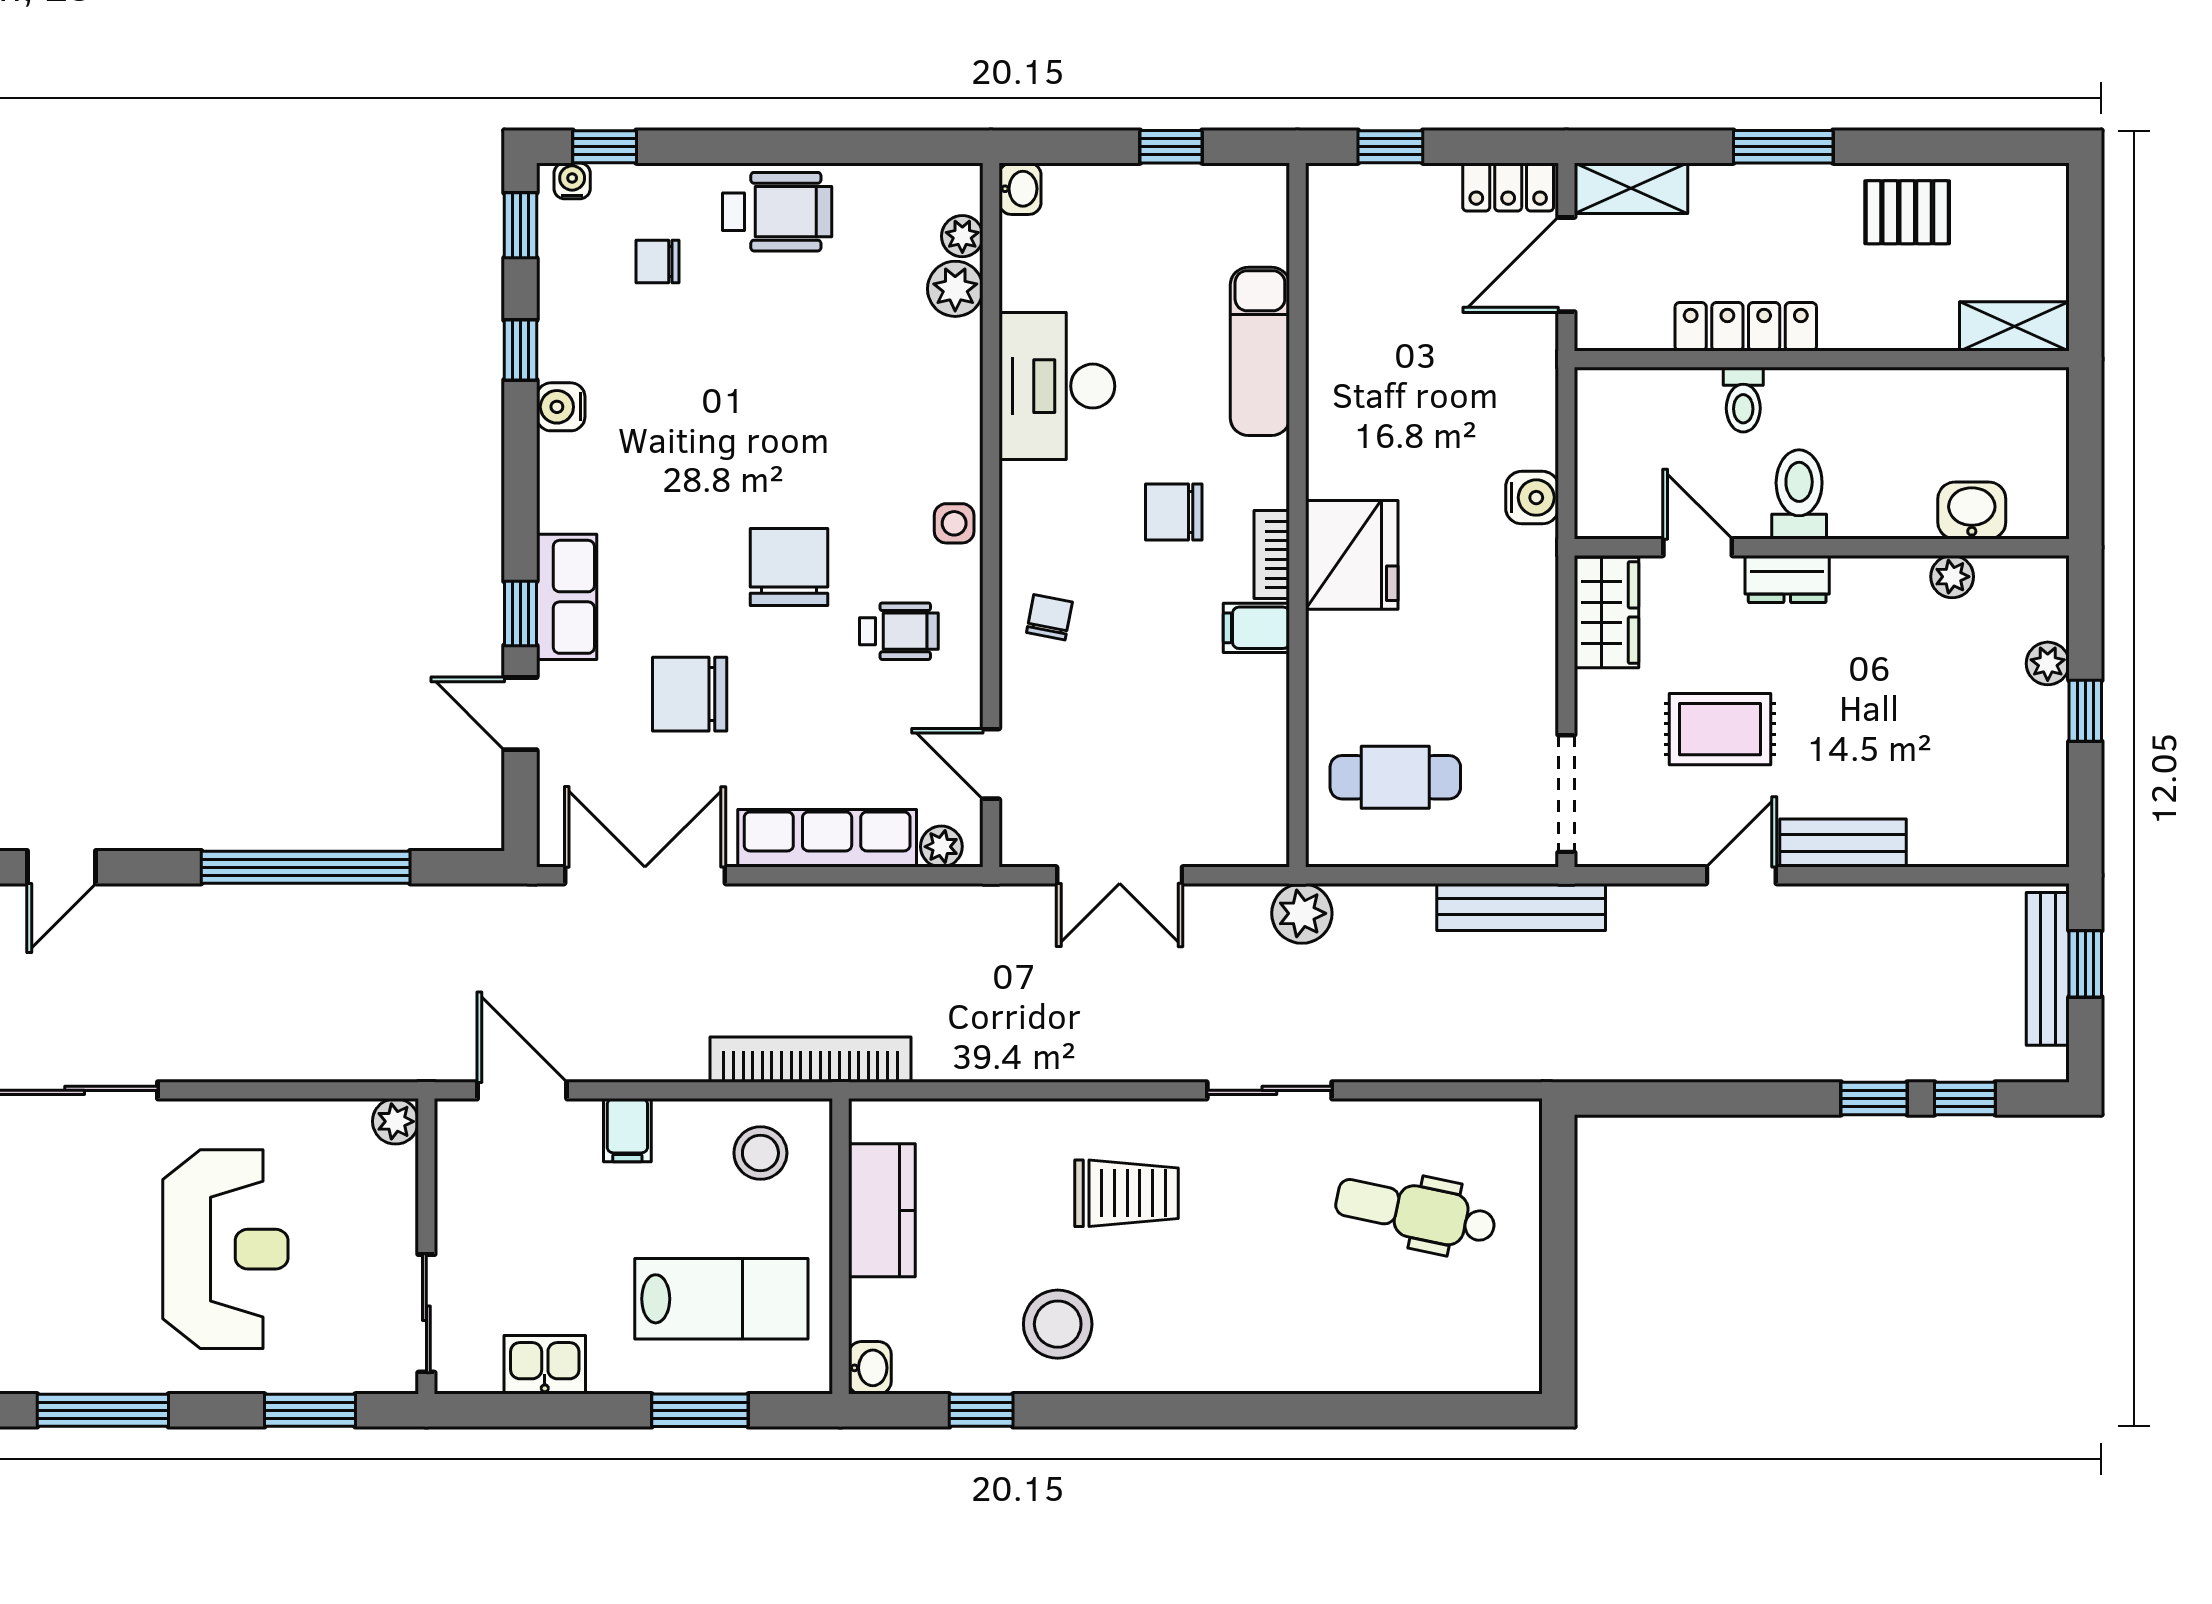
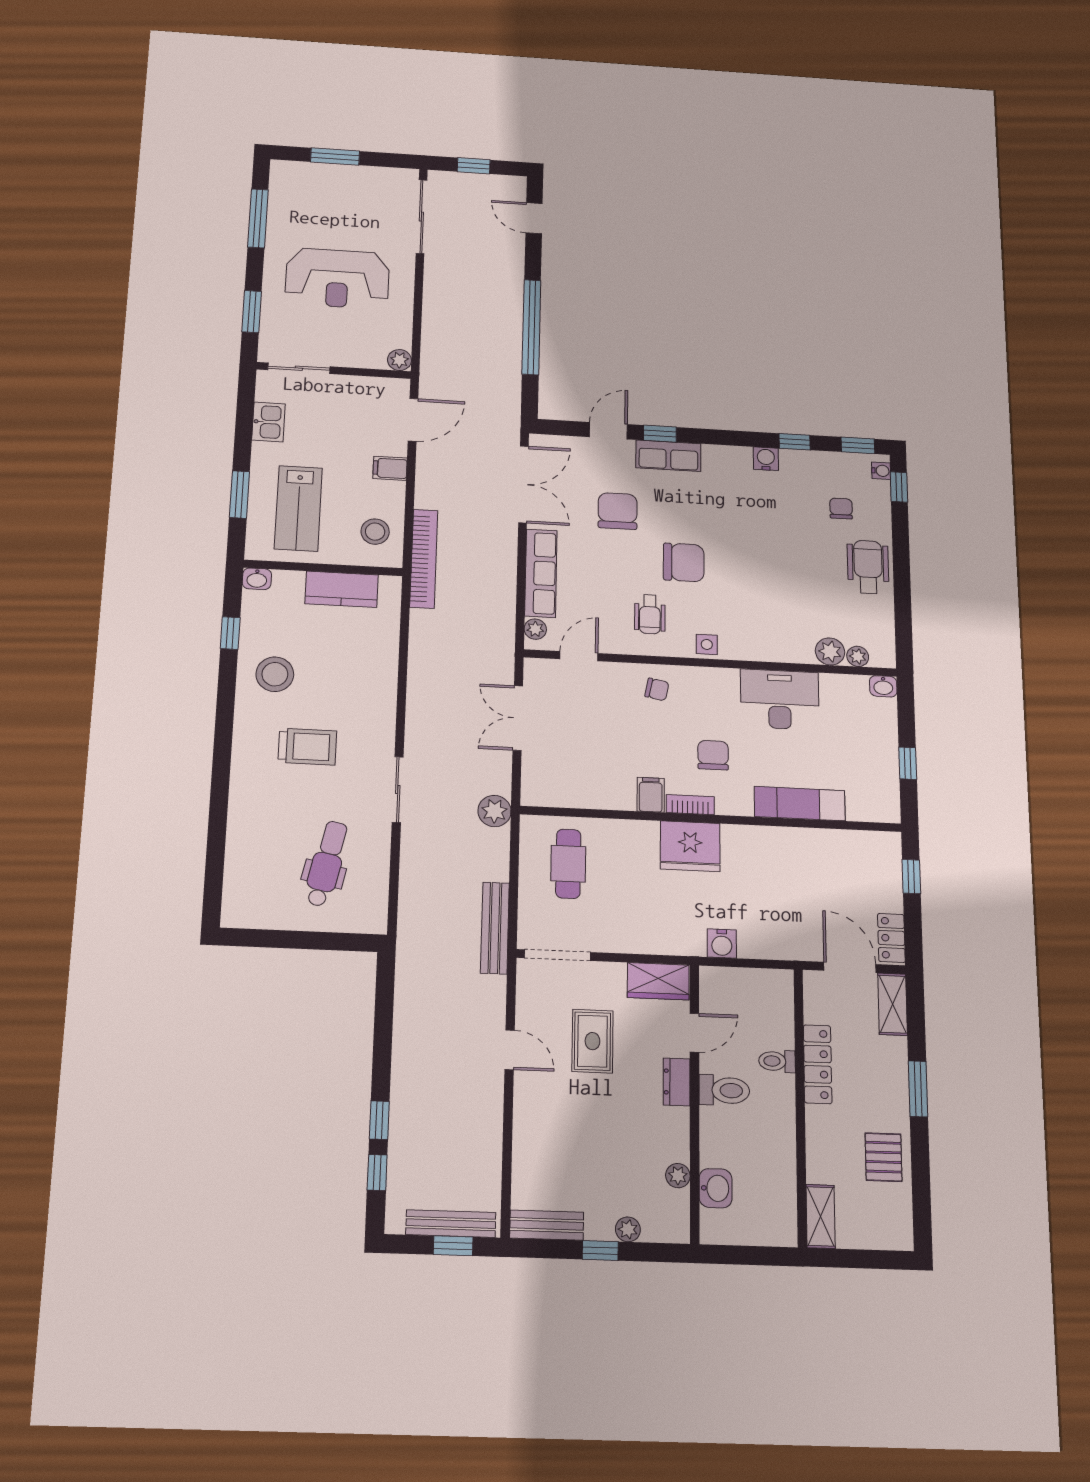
wheelchair: (777, 212) -> (868, 567), turned 180
bench: (1843, 843) -> (547, 1225), moved, turned 90
trolley: (1126, 1193) -> (307, 747), moved, turned -90

